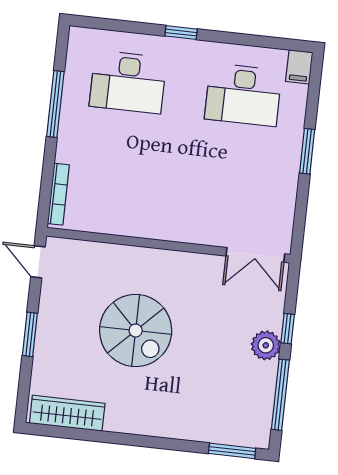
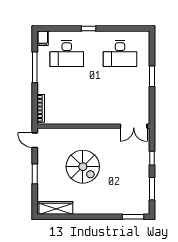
filing cabinet: (299, 67) -> (43, 38), moved
plant: (266, 345) -> (143, 167), removed
window: (280, 395) -> (152, 189), width x0.69

